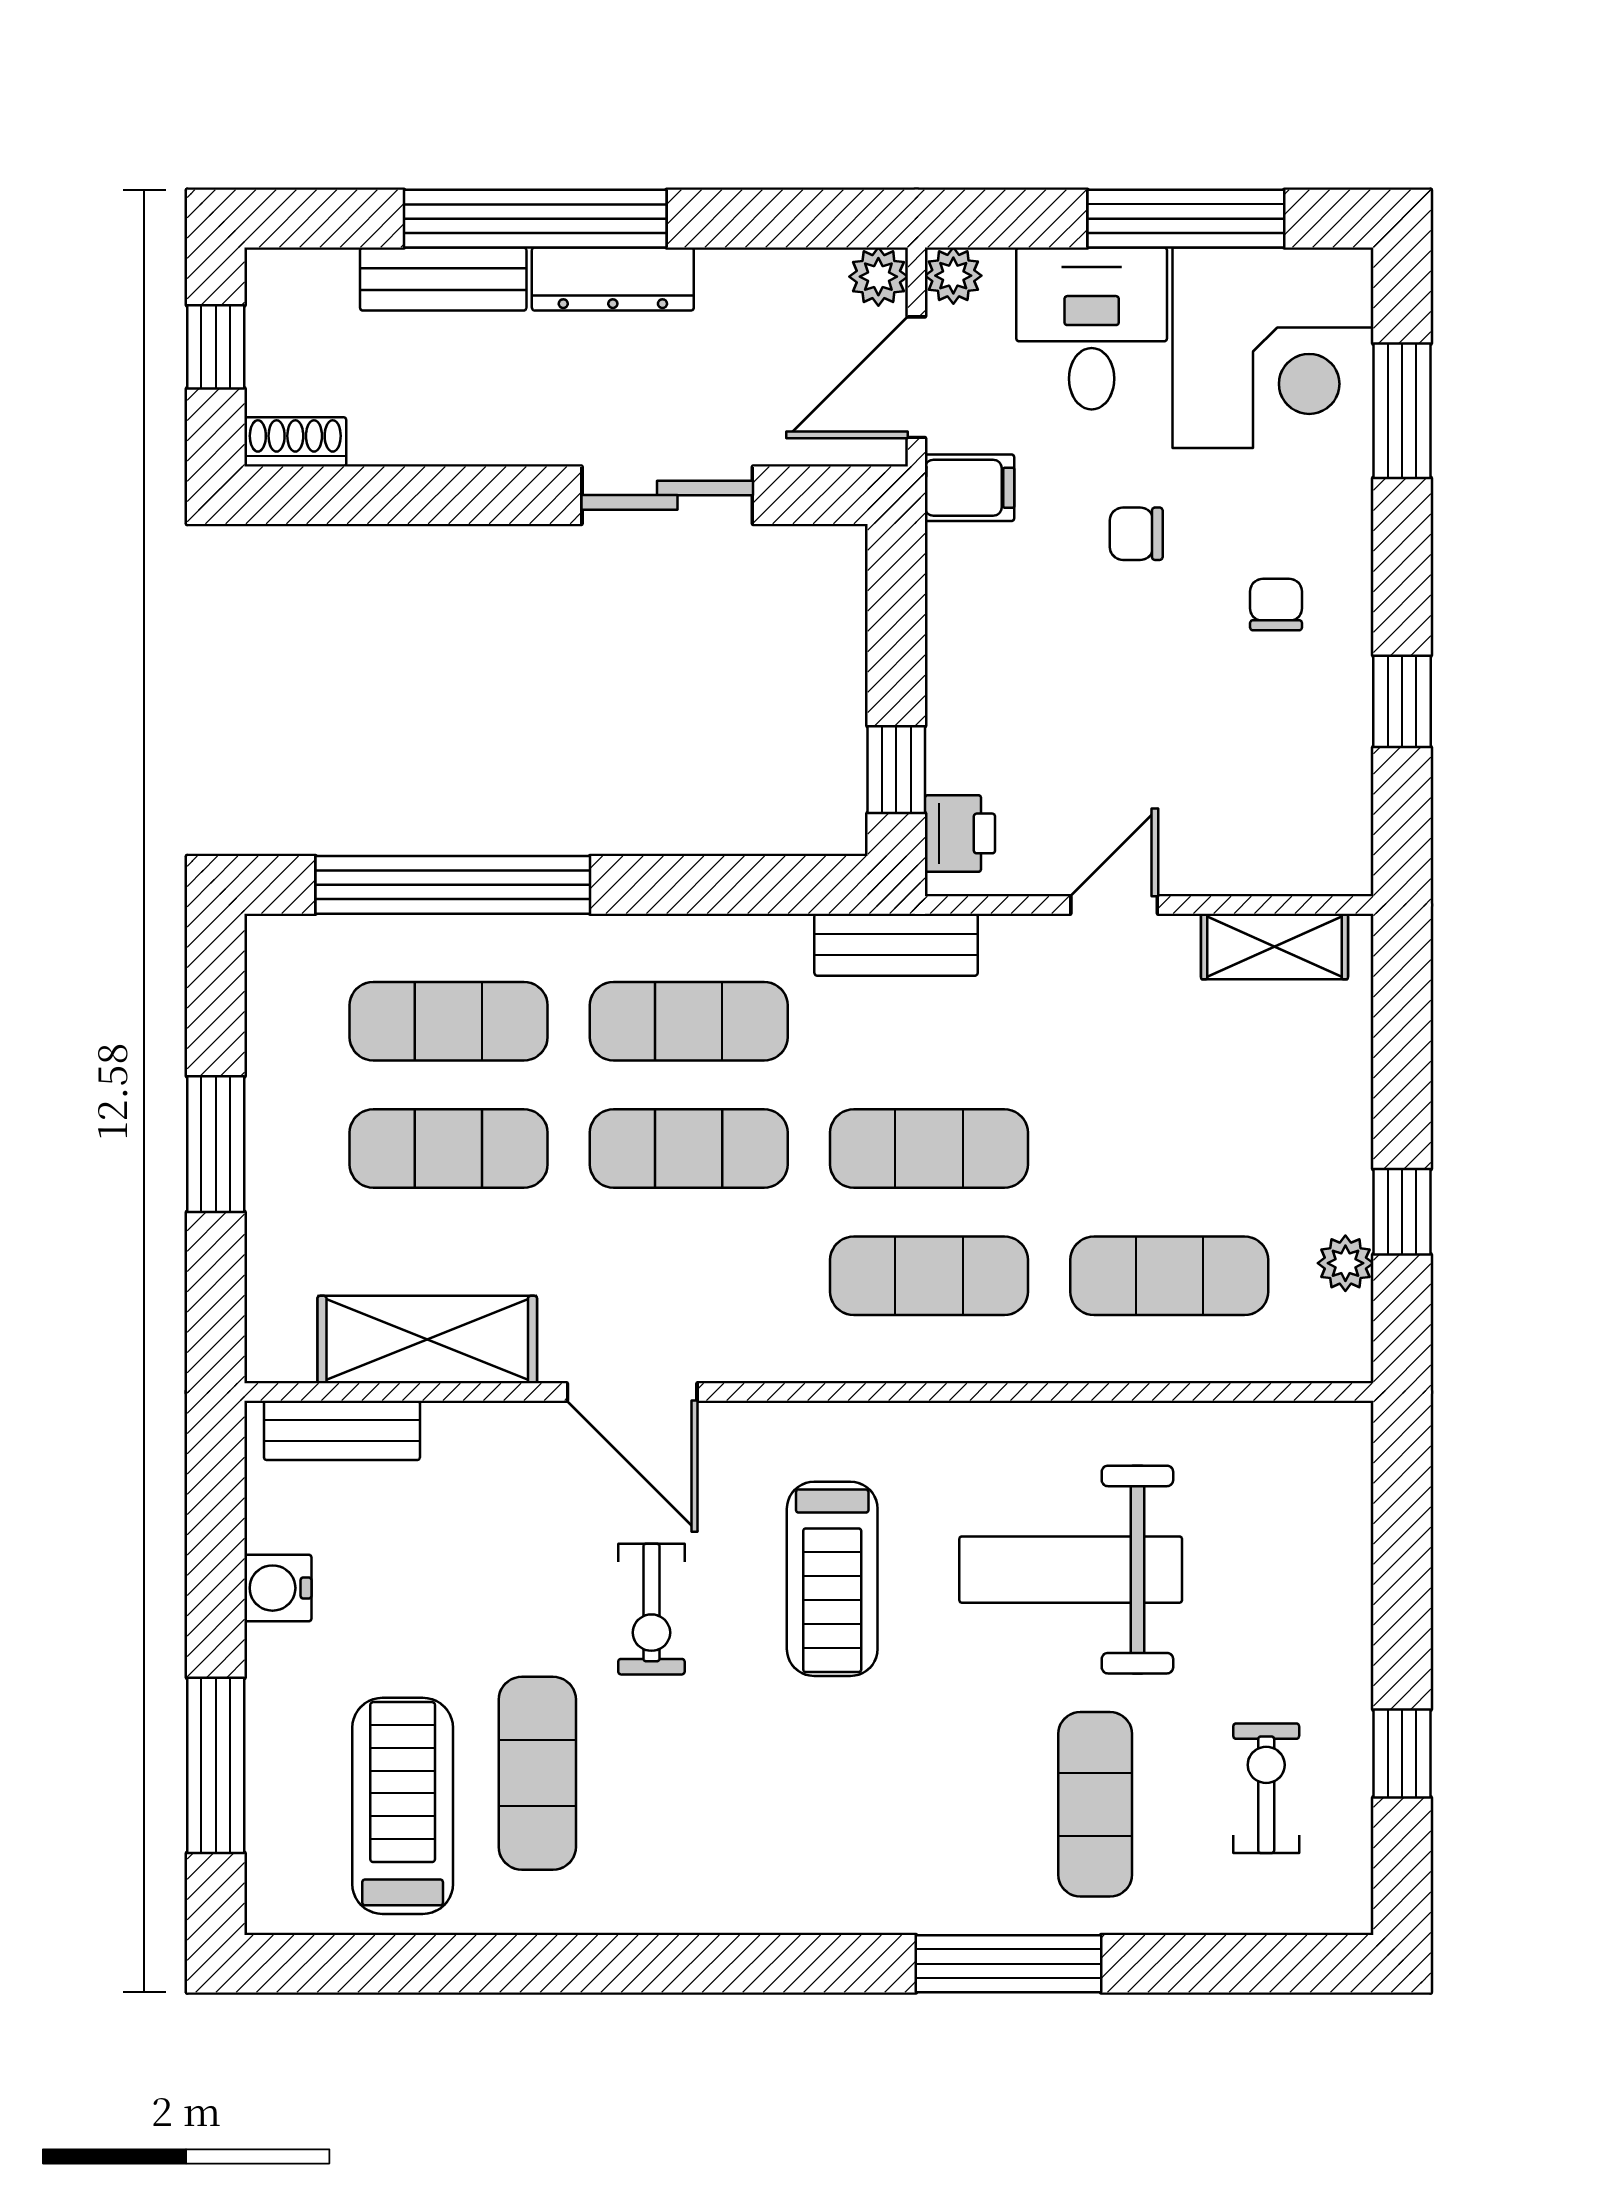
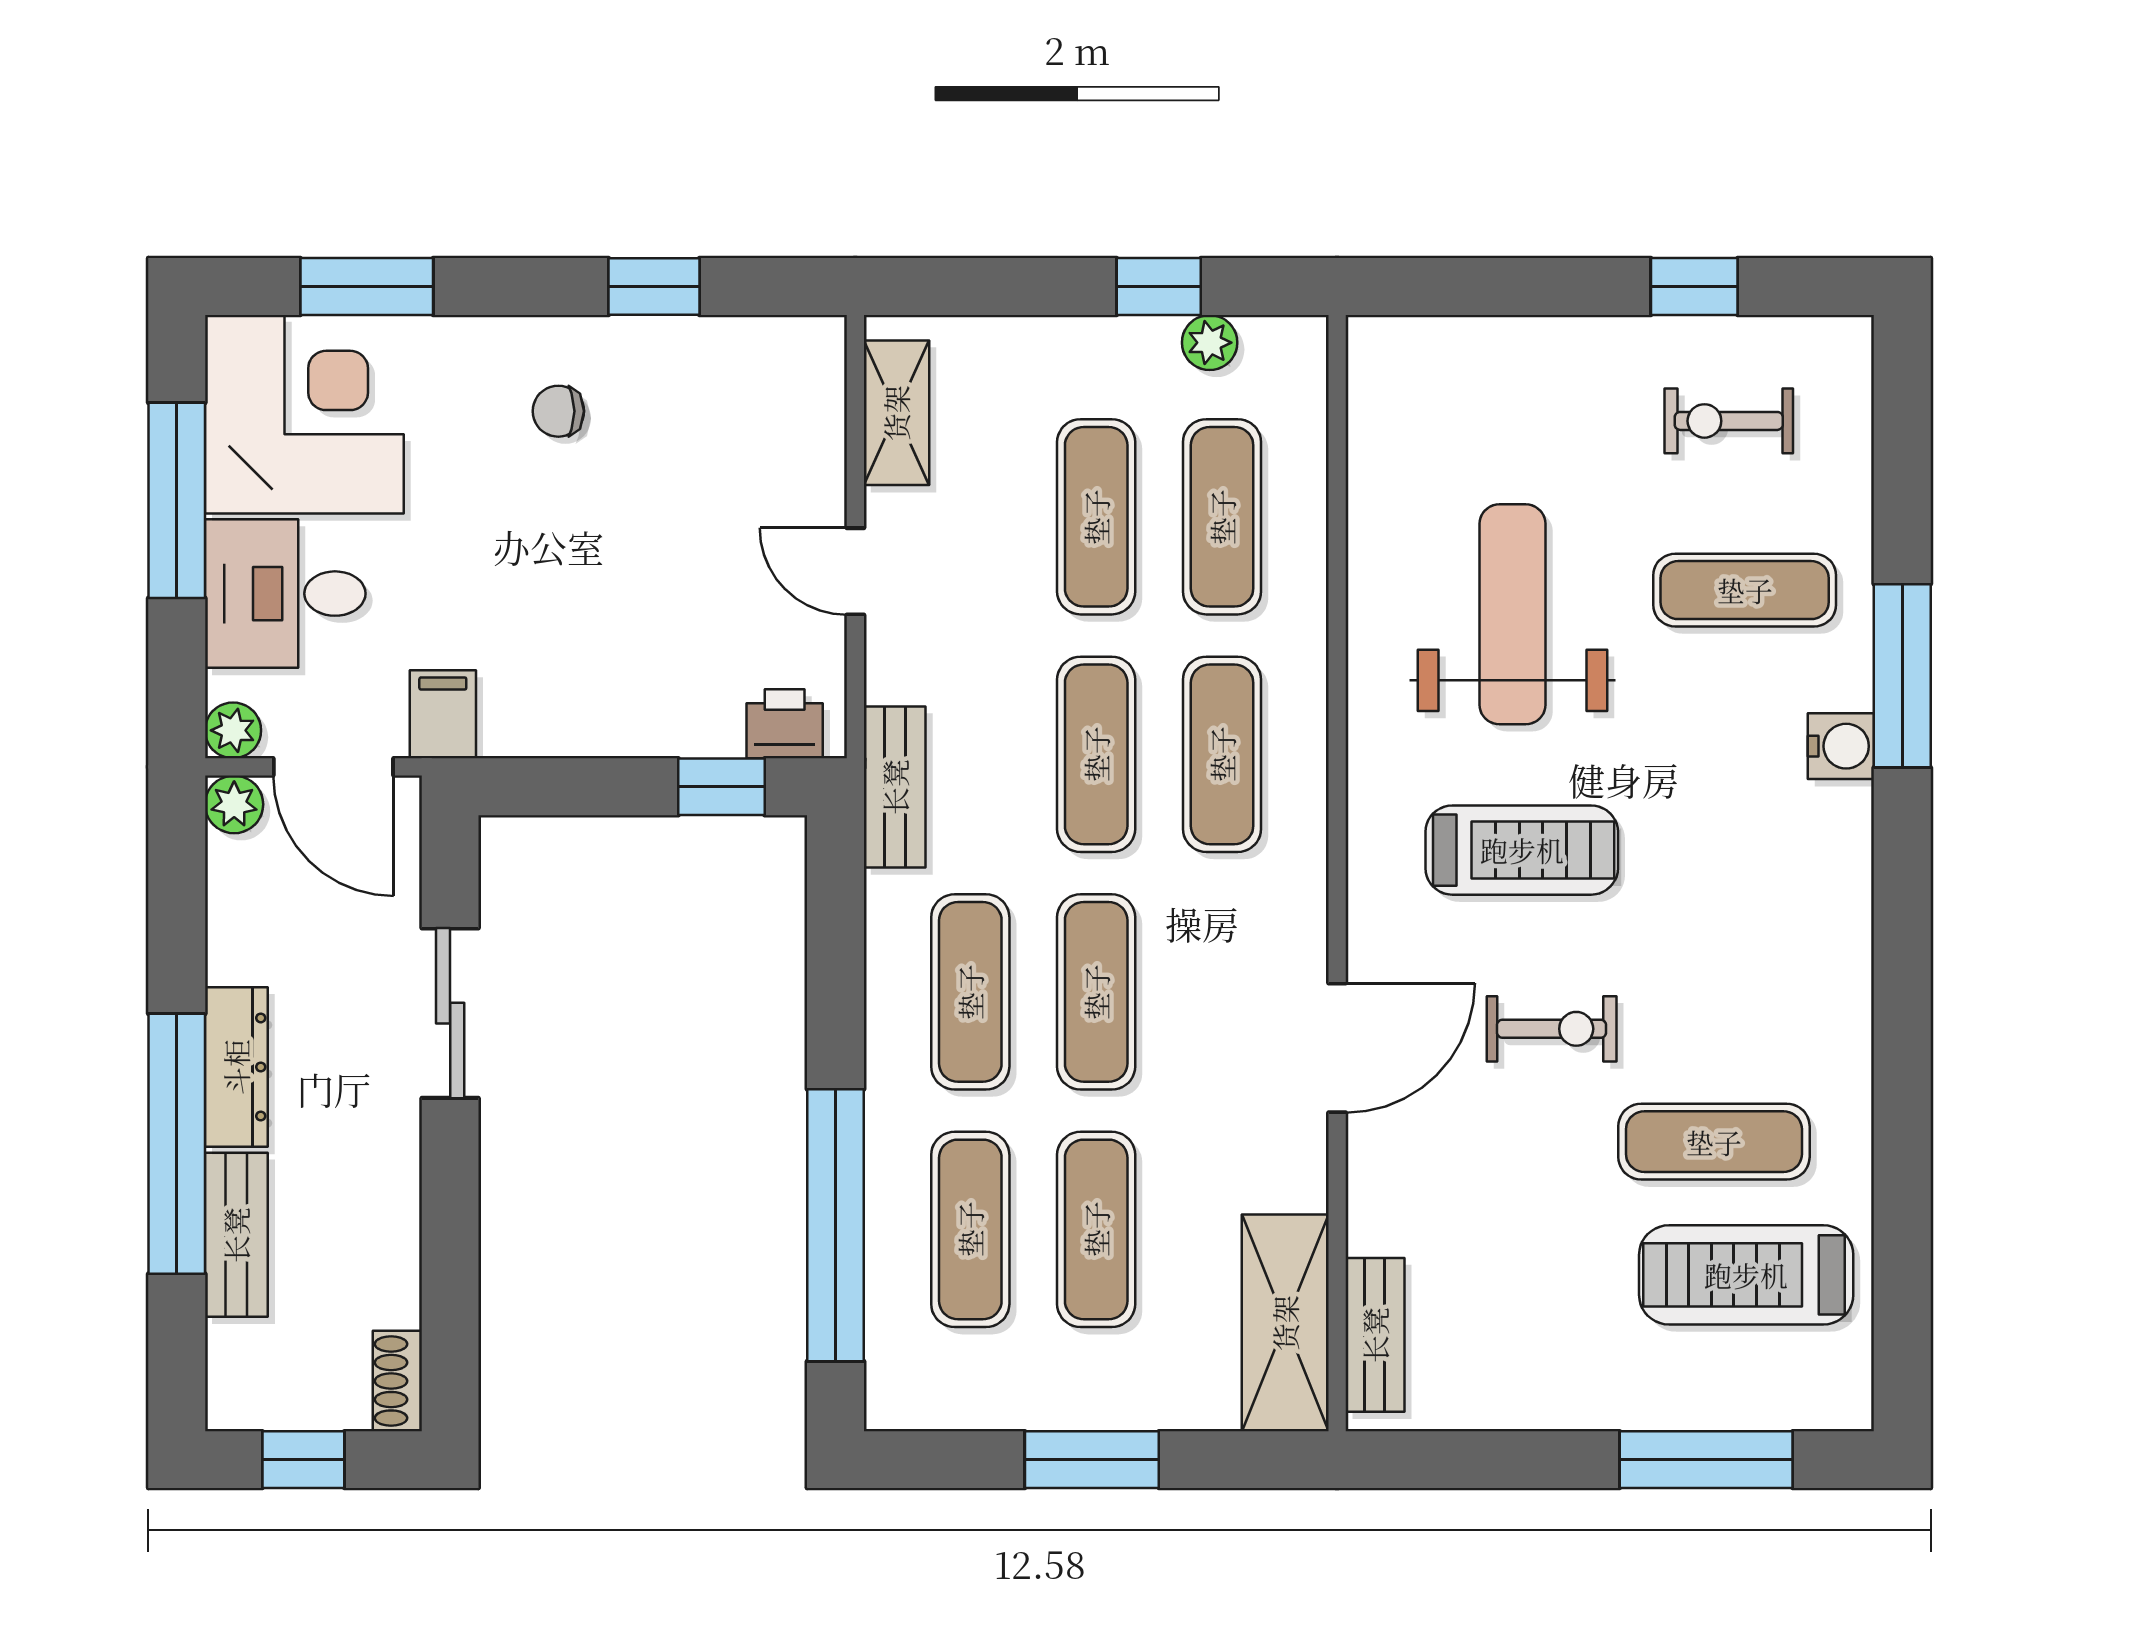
chair: (1136, 534) -> (488, 549), removed
exercise mat: (1169, 1149) -> (1096, 517), added
shelving: (427, 1340) -> (1285, 1323), moved
weight bench: (1071, 1570) -> (1513, 614), turned 180
water cooler: (278, 1588) -> (1841, 746), moved, turned -90

